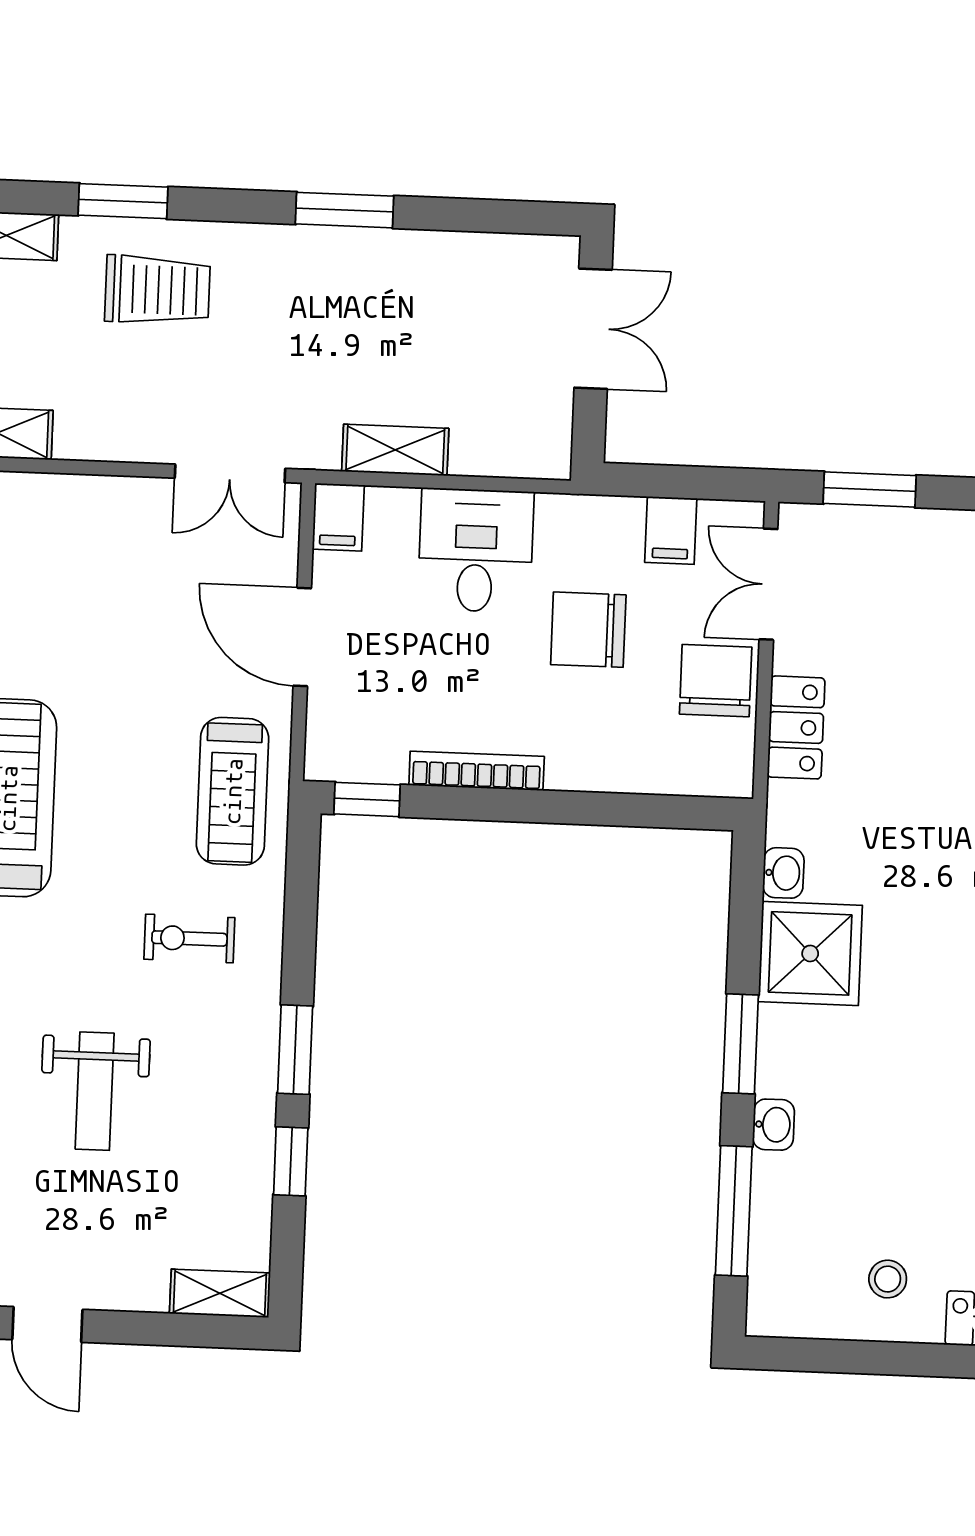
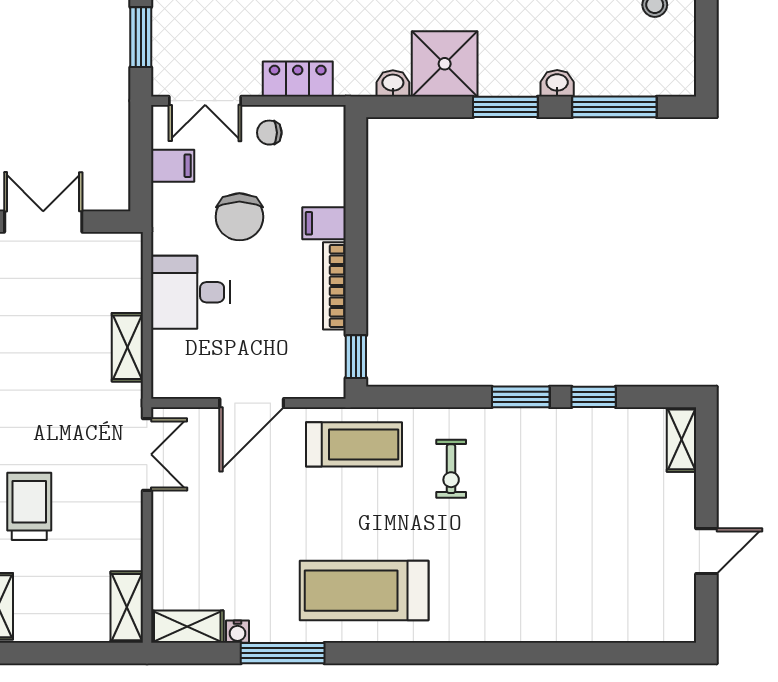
filing cabinet: (338, 517) -> (324, 223), moved, turned 180
chair: (716, 681) -> (269, 133), width x0.54, depth x0.54
weight bench: (95, 1091) -> (553, 526), removed

